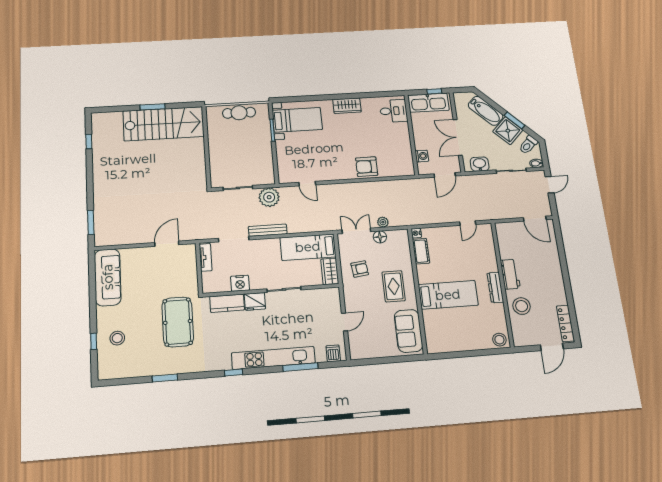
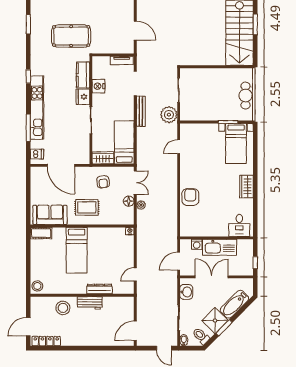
kitchen sink: (428, 103) -> (220, 247), moved, turned -90
door: (445, 175) -> (179, 261), hinge flipped
door: (468, 223) -> (135, 274), hinge flipped
cot: (421, 251) -> (41, 233), moved
dresser: (495, 287) -> (99, 289), moved
door: (344, 322) -> (61, 165), width x1.88
door: (552, 347) -> (28, 327), hinge flipped

